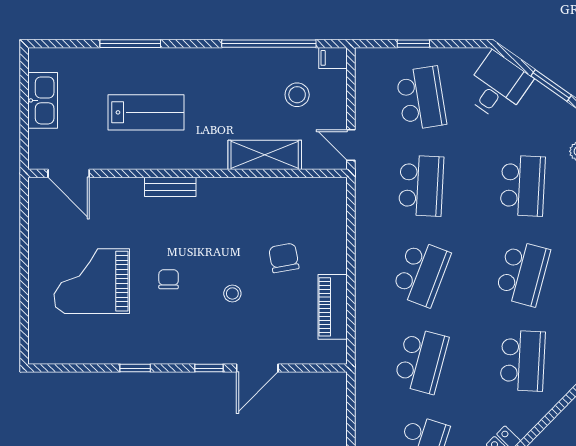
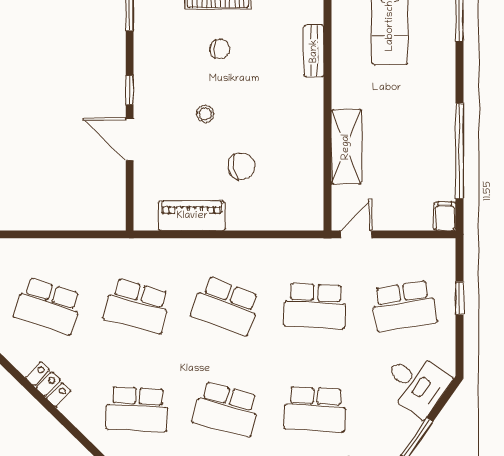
stool: (297, 95) -> (408, 180), removed

